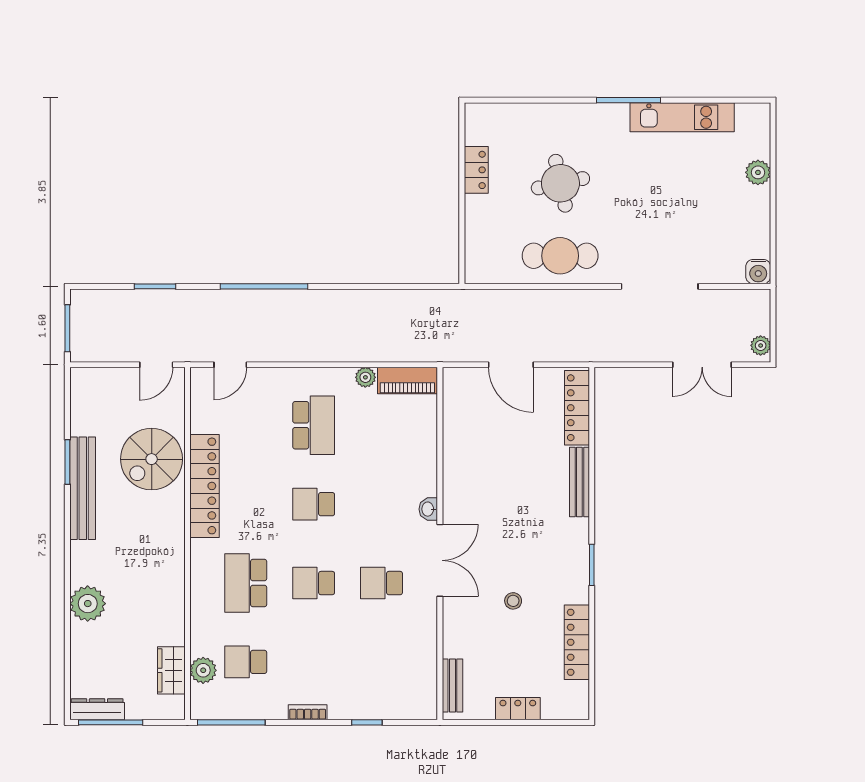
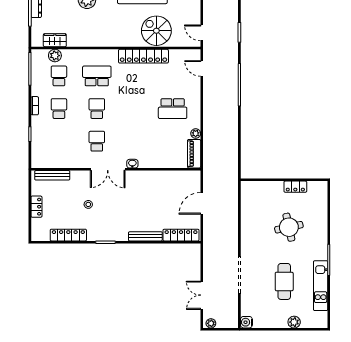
cafe table: (560, 256) -> (284, 281), moved
school desk: (314, 504) -> (59, 109), moved
bench: (452, 685) -> (52, 175), width x1.36

